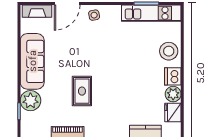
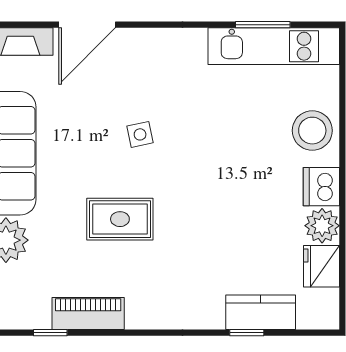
side table: (94, 15) -> (140, 134), moved
rug: (82, 91) -> (120, 219), turned 90

